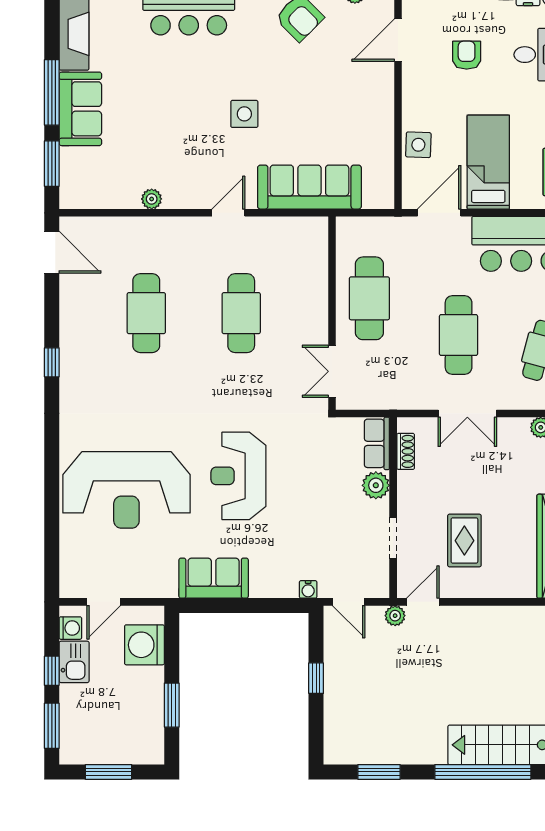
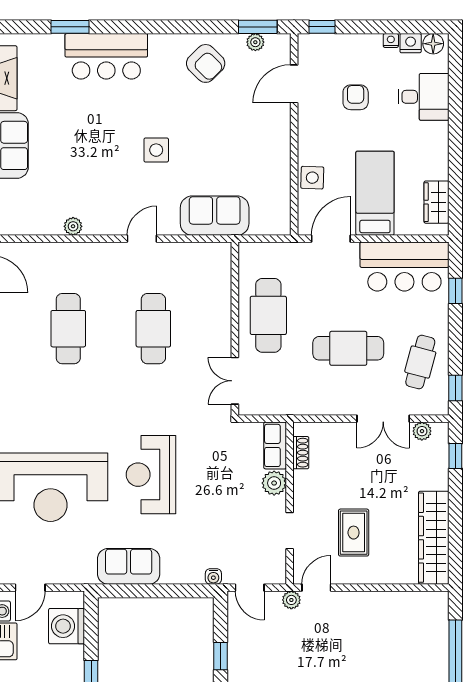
sofa: (309, 187) -> (215, 216), width x0.73
cafe table: (459, 335) -> (348, 348), turned 90
double door: (467, 413) -> (383, 419), moved

